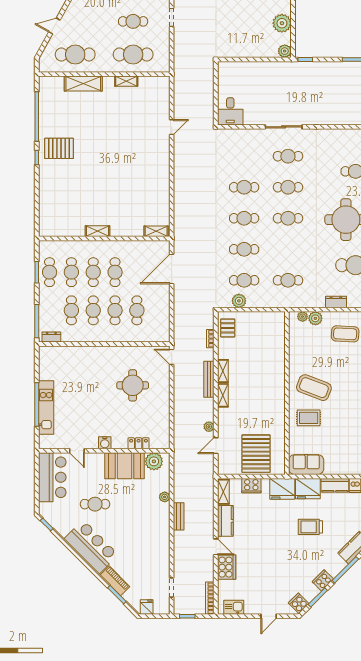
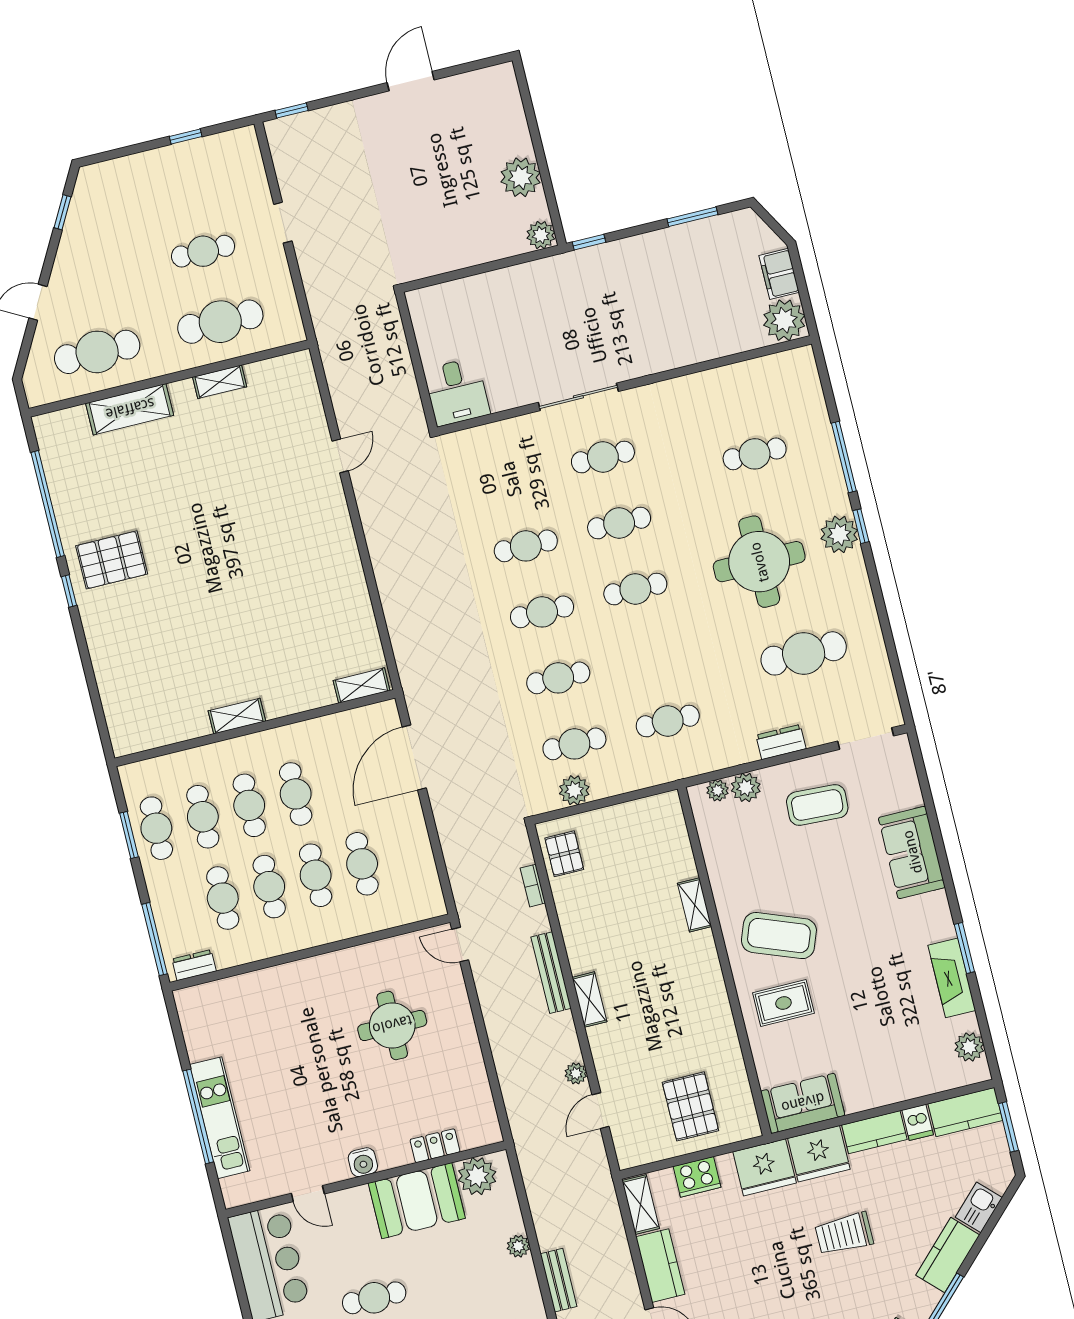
shelving: (223, 371) -> (695, 905), moved
pallet: (256, 454) -> (690, 1106), width x0.73, depth x0.71

